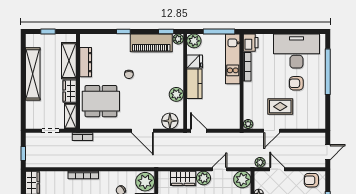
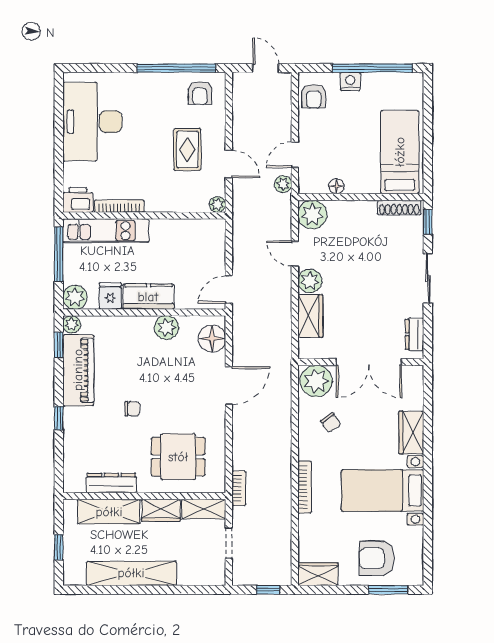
window: (328, 72) -> (176, 68), moved
armchair: (296, 83) -> (200, 93), moved
dining table: (101, 101) -> (178, 457), width x0.73

